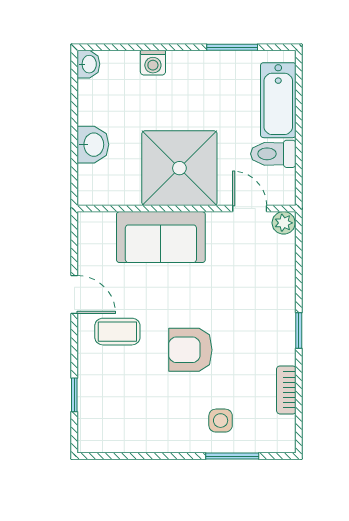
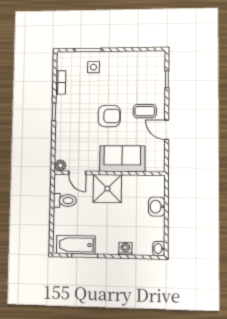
bathtub: (278, 100) -> (76, 245), moved, turned -90
shower: (179, 168) -> (107, 189), width x0.73, depth x0.73
armchair: (190, 350) -> (109, 116), moved

